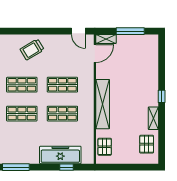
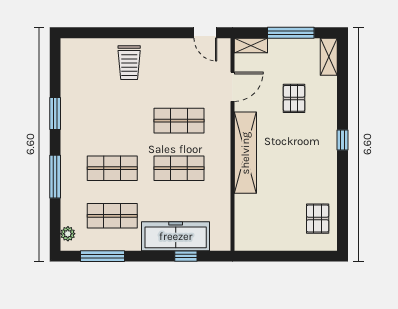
trolley: (32, 49) -> (129, 63), turned -59
door: (95, 54) -> (232, 87), moved
shop shelf: (22, 85) -> (112, 216), moved
shelving: (153, 118) -> (329, 57), moved
pallet: (105, 147) -> (294, 98), moved

